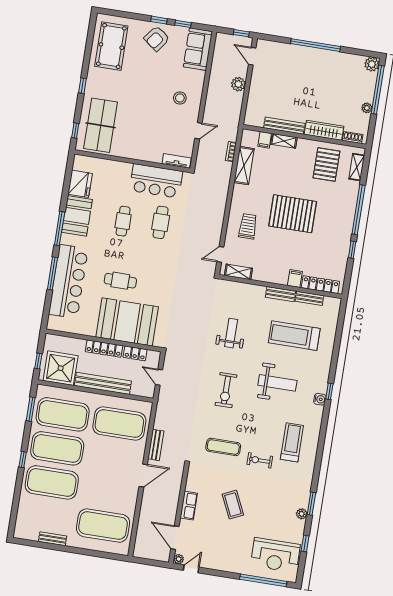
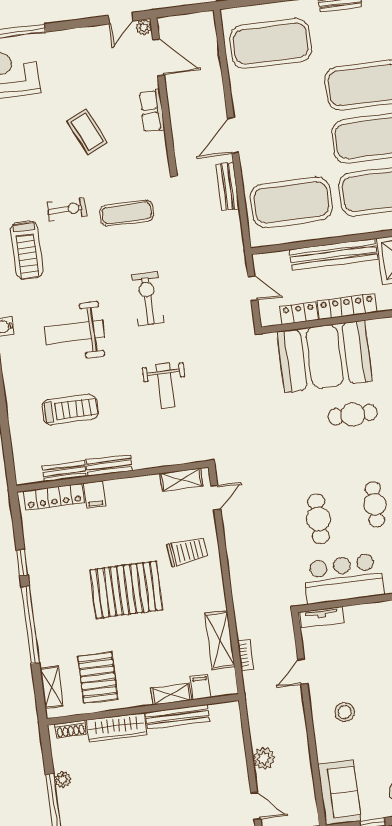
trolley: (248, 226) -> (187, 552), turned -96
treadmill: (294, 336) -> (70, 410), width x0.73, depth x0.73

